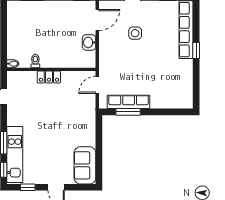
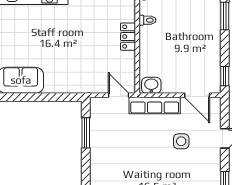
washbasin: (89, 42) -> (151, 85), moved
row of seats: (129, 102) -> (155, 105), moved, turned 90

